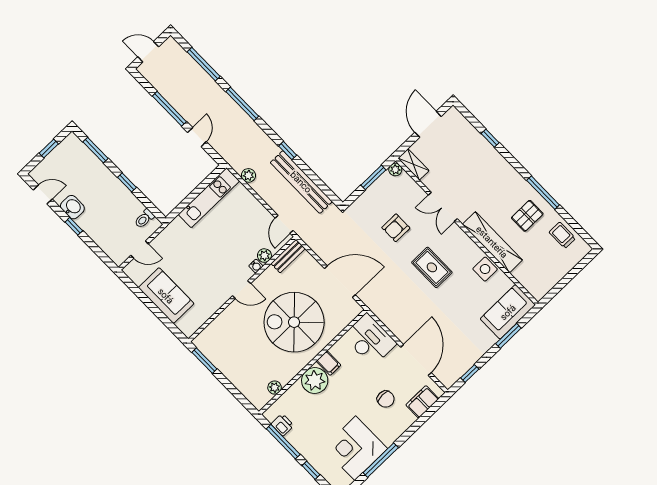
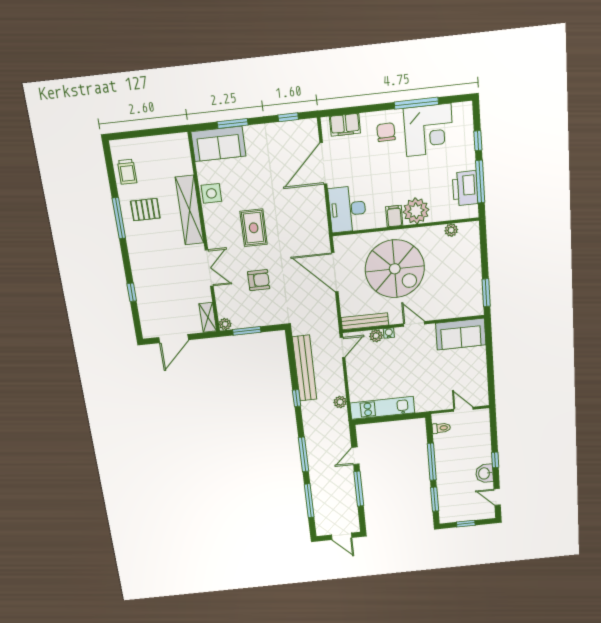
window: (127, 182) -> (432, 462), width x2.17
bench: (288, 256) -> (365, 321), width x1.36
sofa: (166, 296) -> (461, 334), moved, turned -90
chair: (386, 399) -> (386, 132), moved
printer: (282, 425) -> (465, 188), width x1.87, depth x1.48

